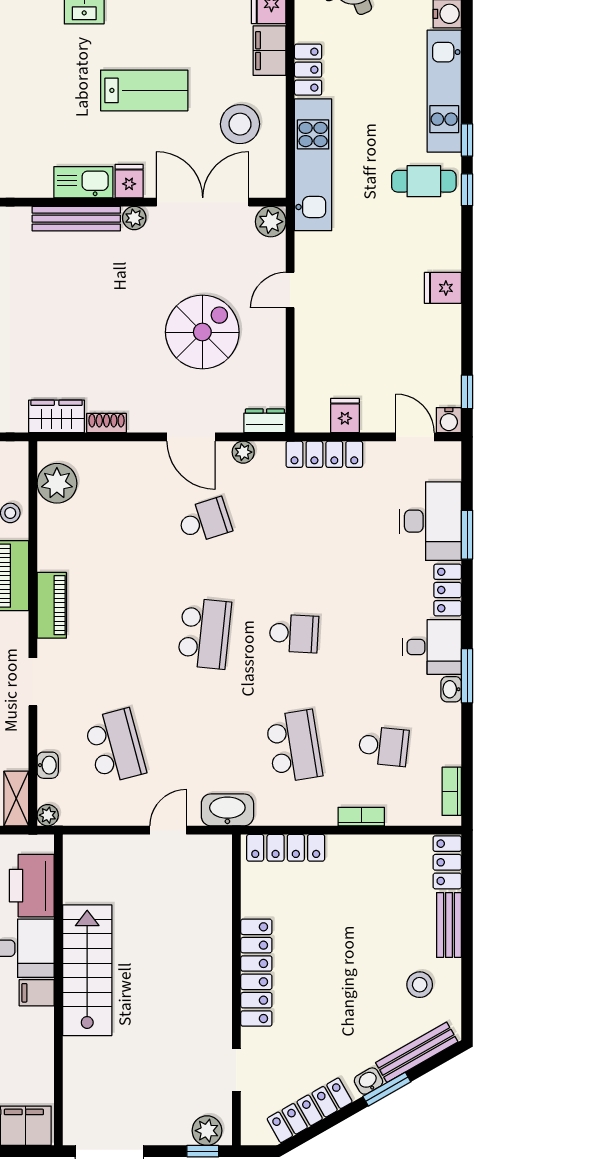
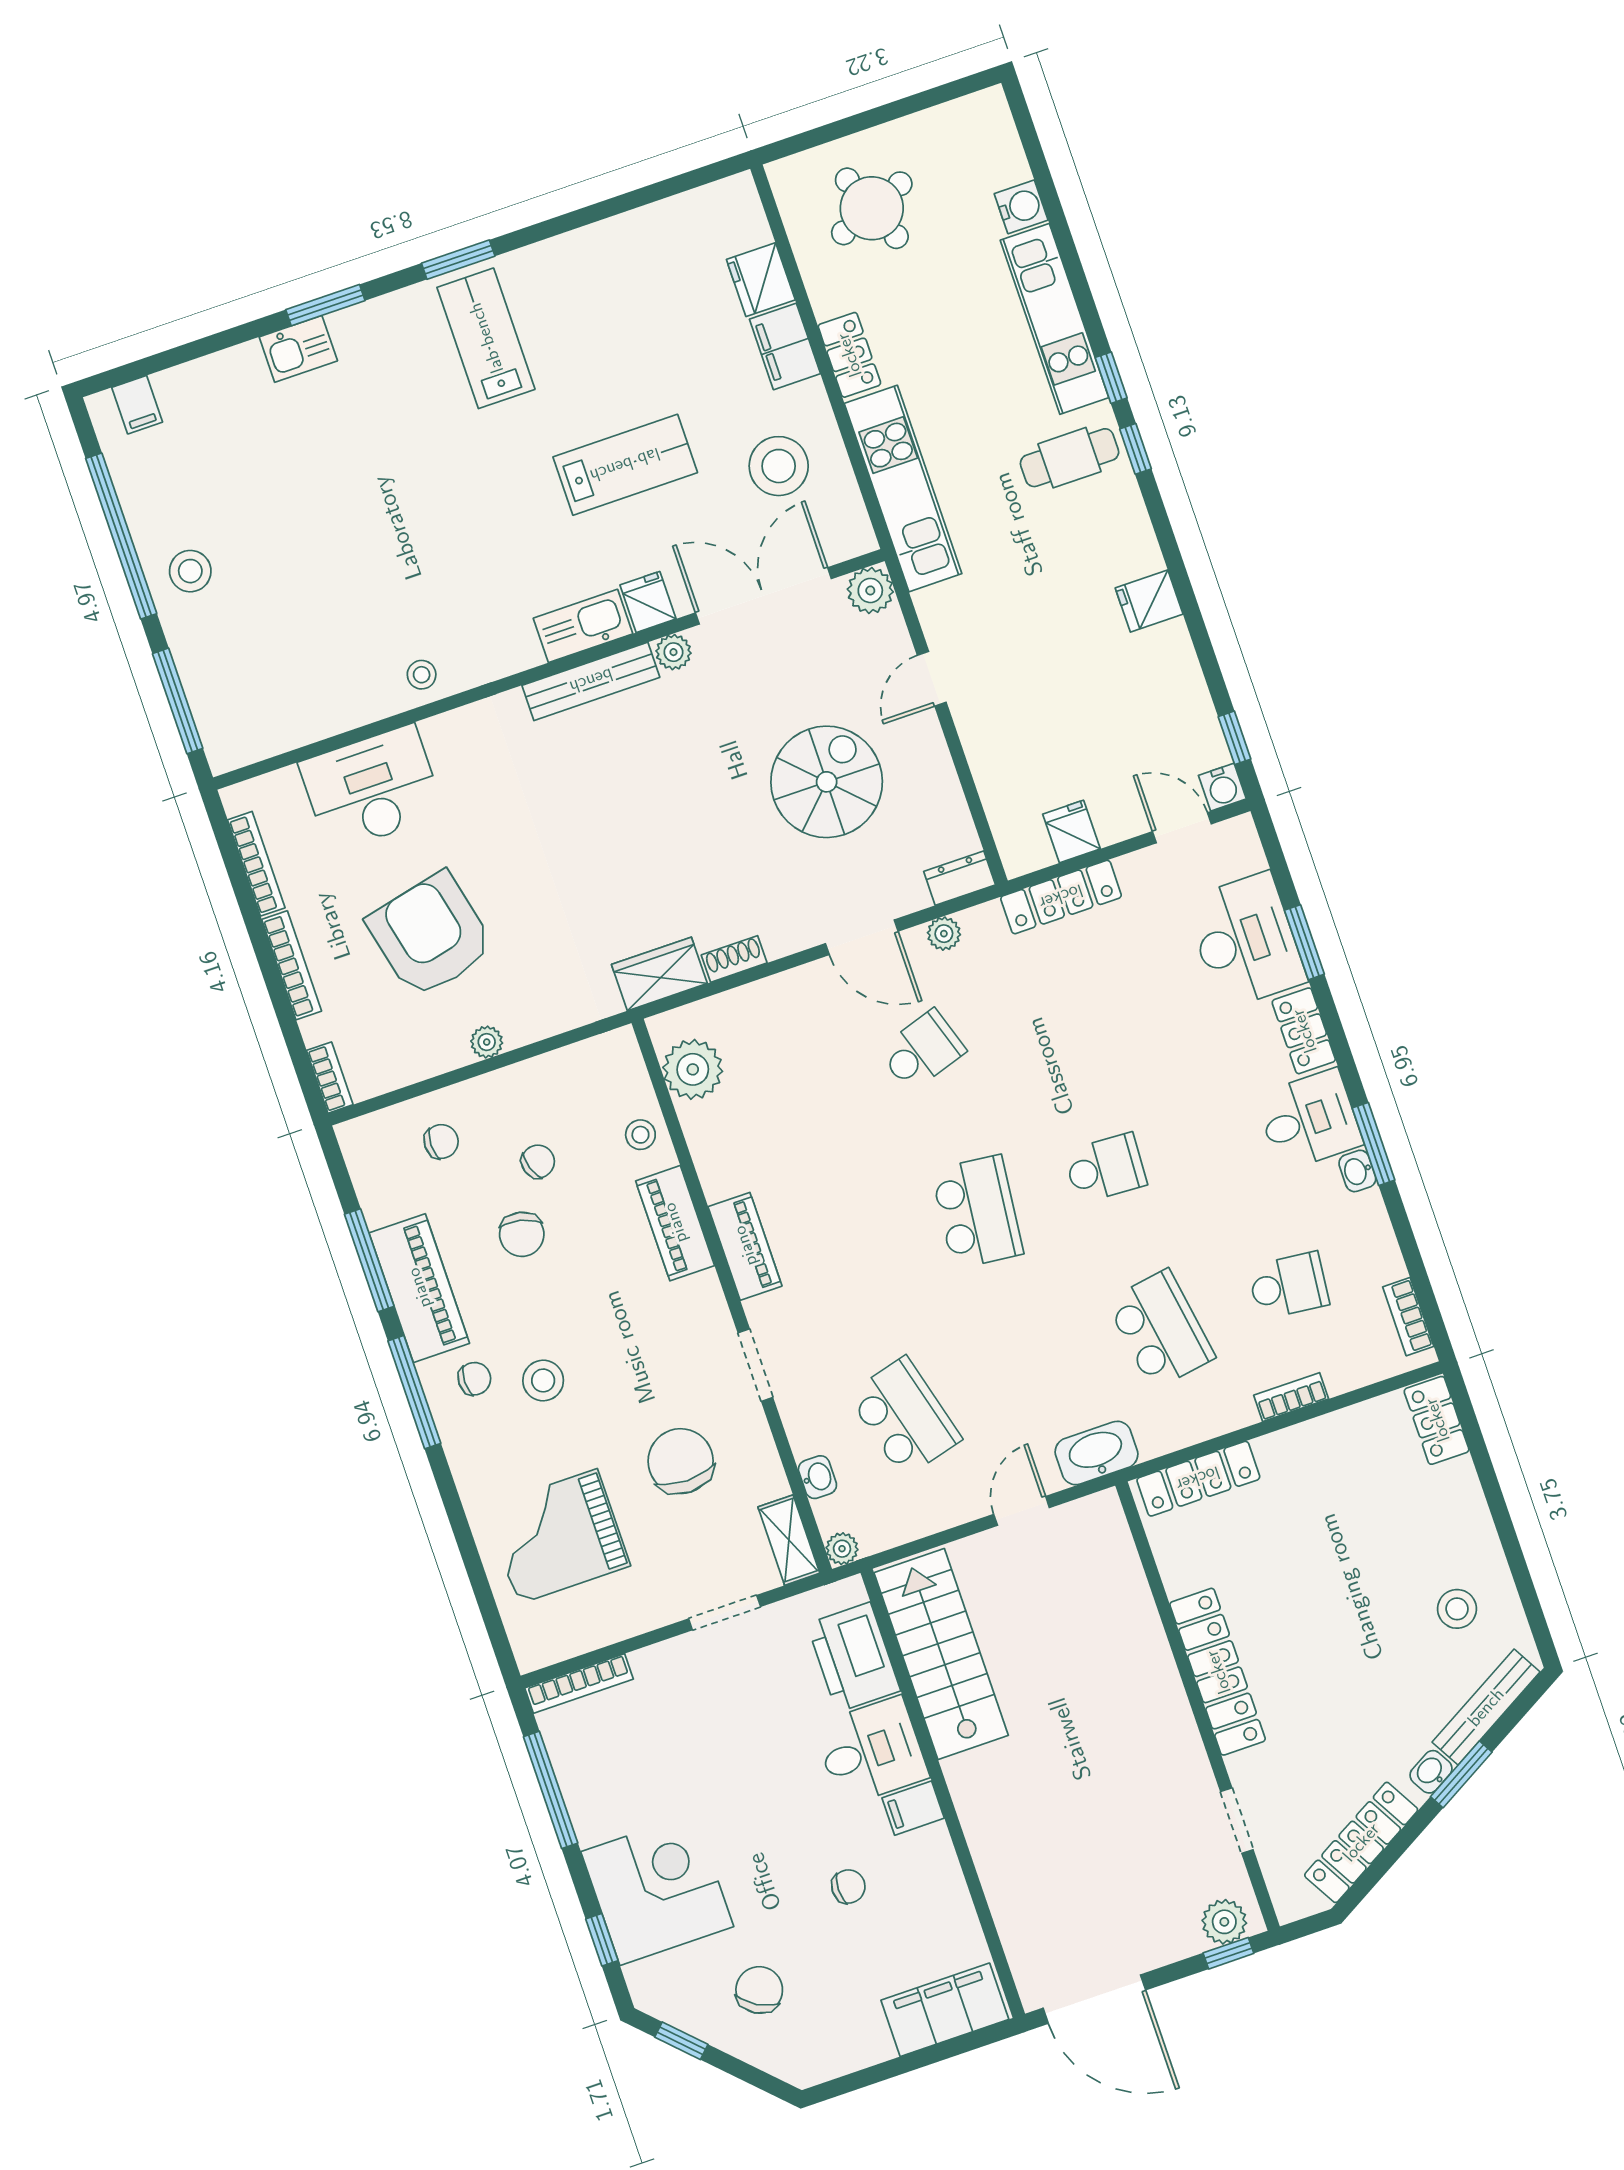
bench: (449, 925) -> (1470, 1509), removed
stairs: (87, 970) -> (941, 1654), moved

